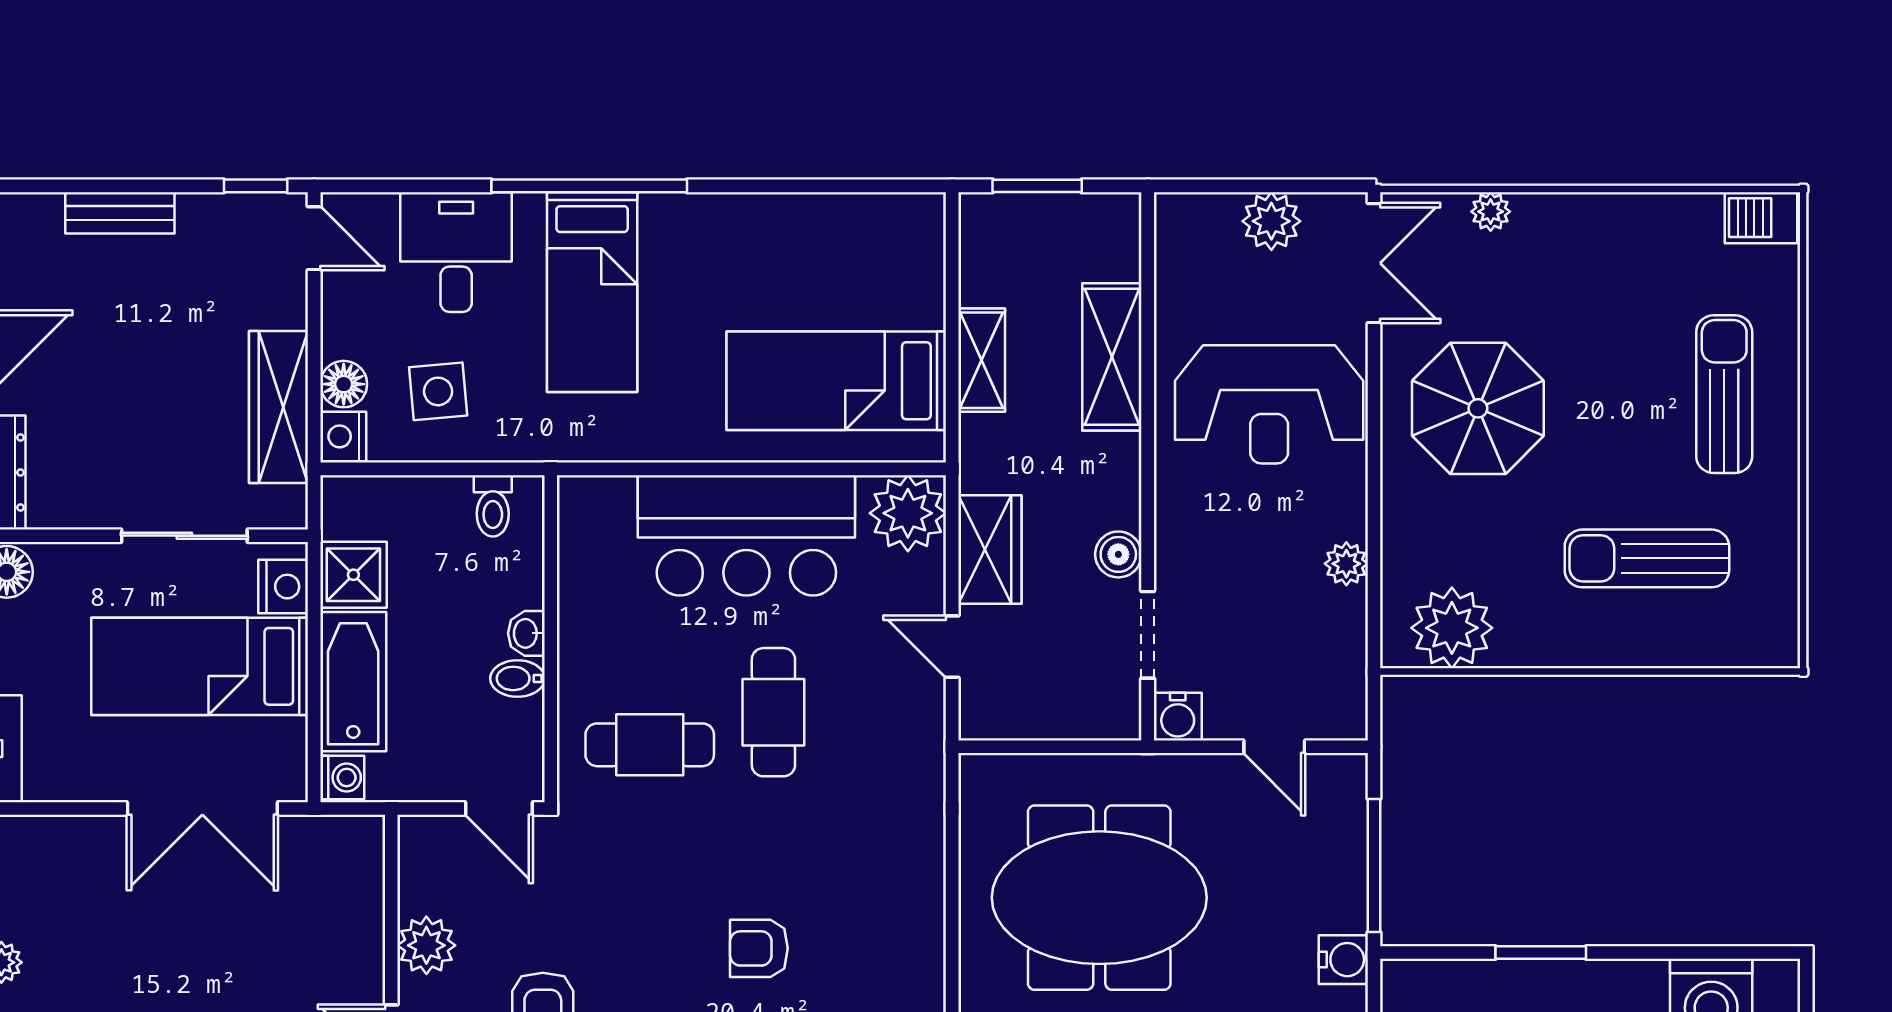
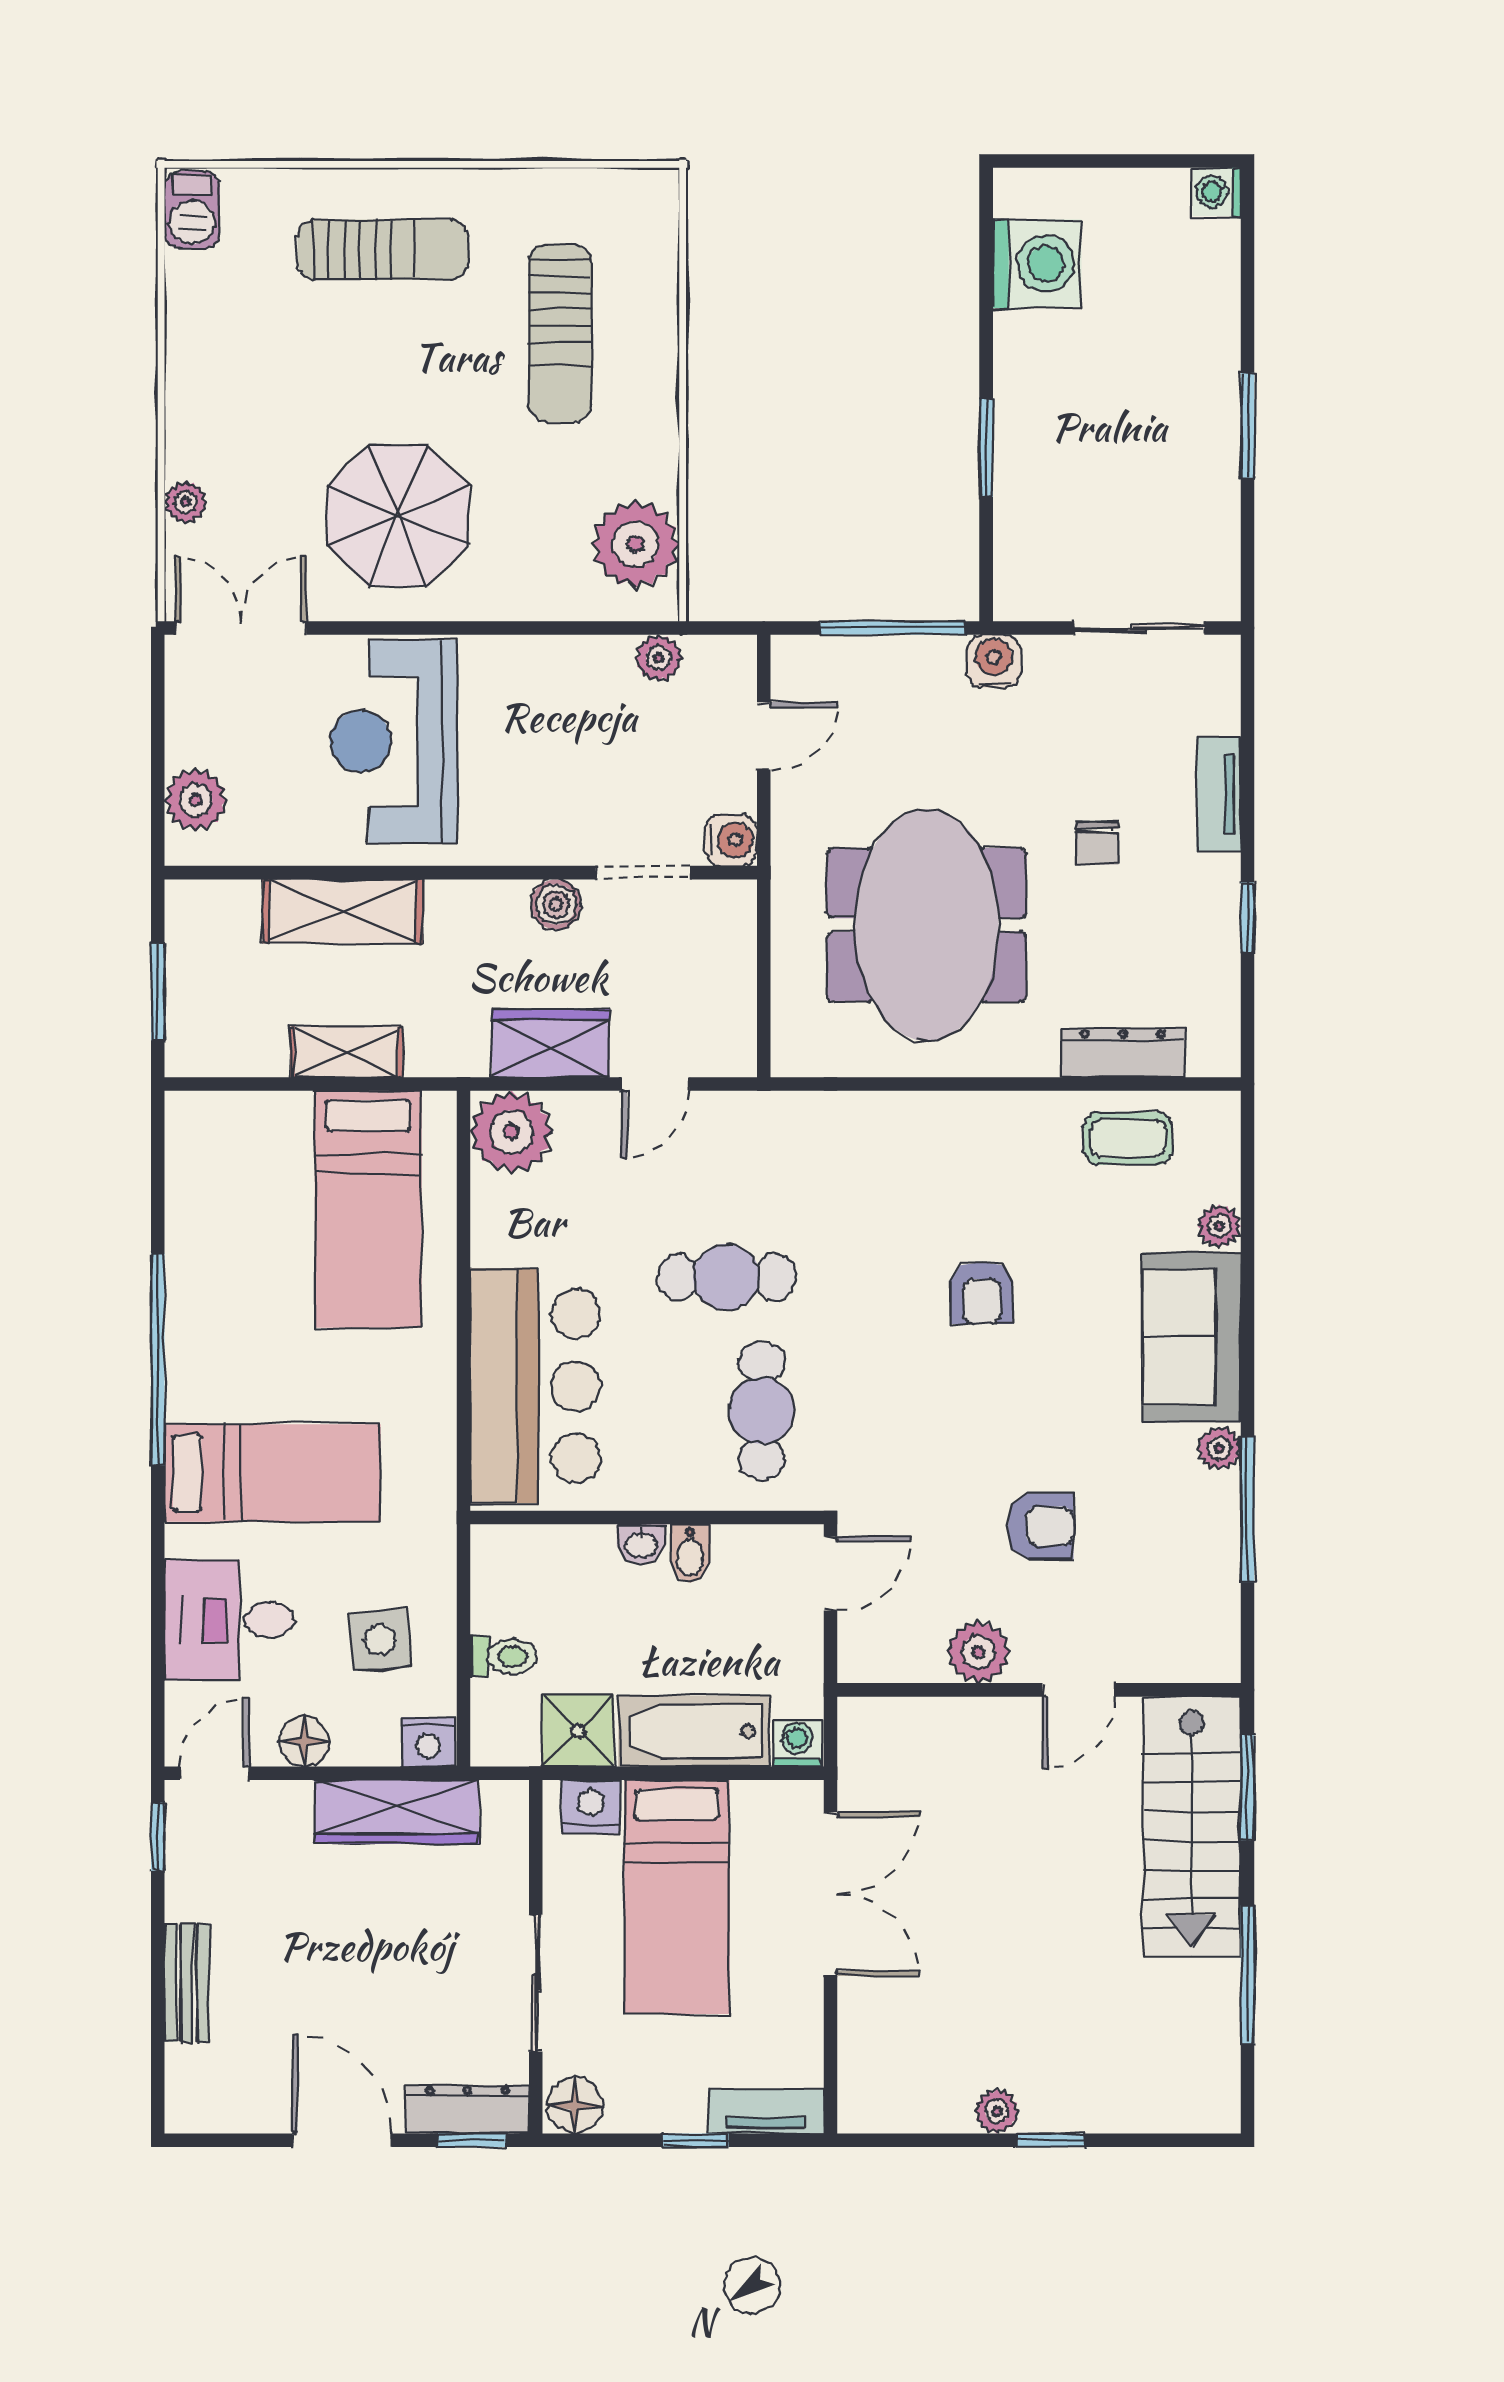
window: (589, 186) -> (158, 1359), moved
plant: (1271, 221) -> (196, 800), moved
floor lamp: (344, 384) -> (304, 1741), moved
sun lounger: (1724, 394) -> (383, 250), turned 180
reception desk: (1269, 404) -> (394, 741), turned 180
toilet: (493, 506) -> (504, 1657), moved
bar counter: (746, 535) -> (535, 1386), moved
sliding door: (184, 536) -> (536, 1983), moved
plant: (1346, 564) -> (659, 658), moved

